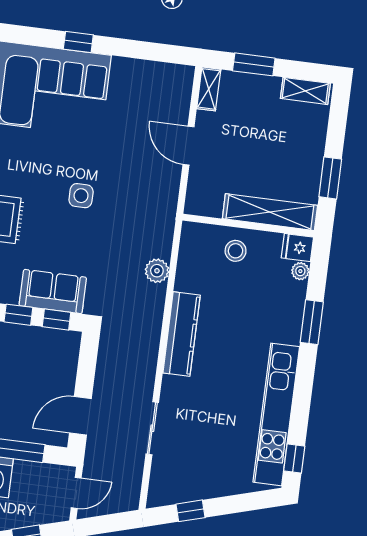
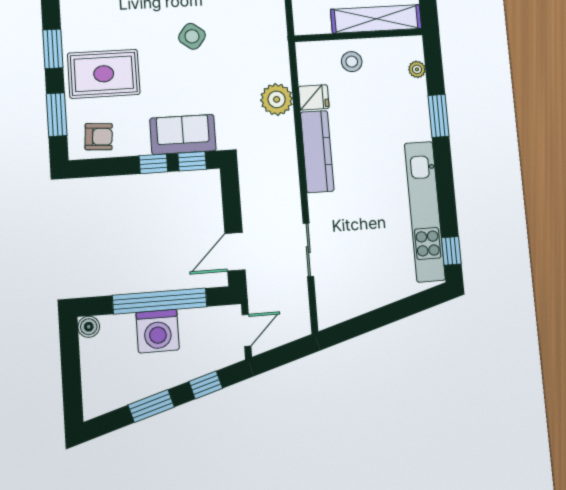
side table: (81, 196) -> (192, 36), turned 37
fridge: (297, 248) -> (314, 97), moved, turned 180
plant: (157, 271) -> (277, 99), width x1.36, depth x1.36
window: (191, 511) -> (363, 324), removed

